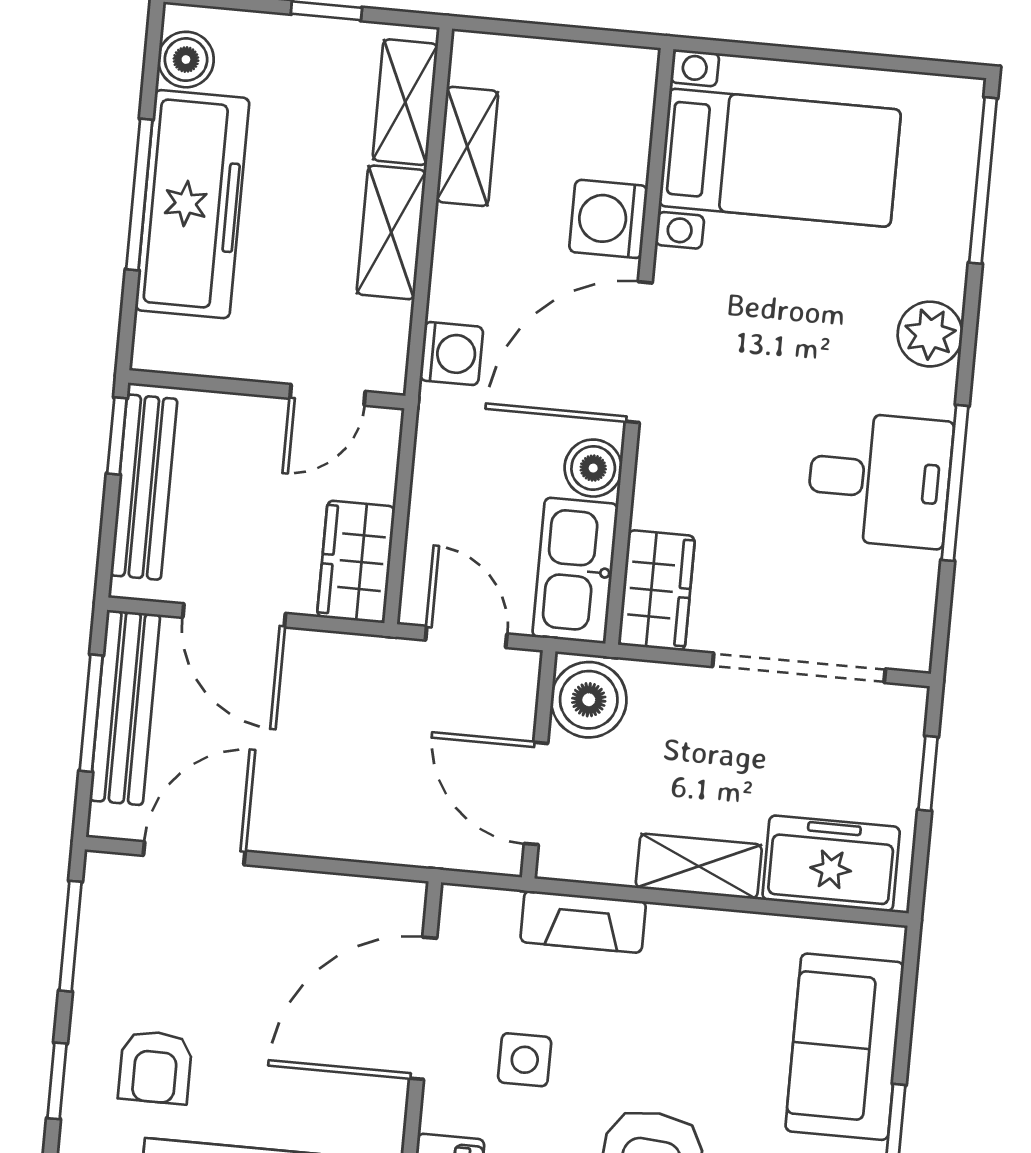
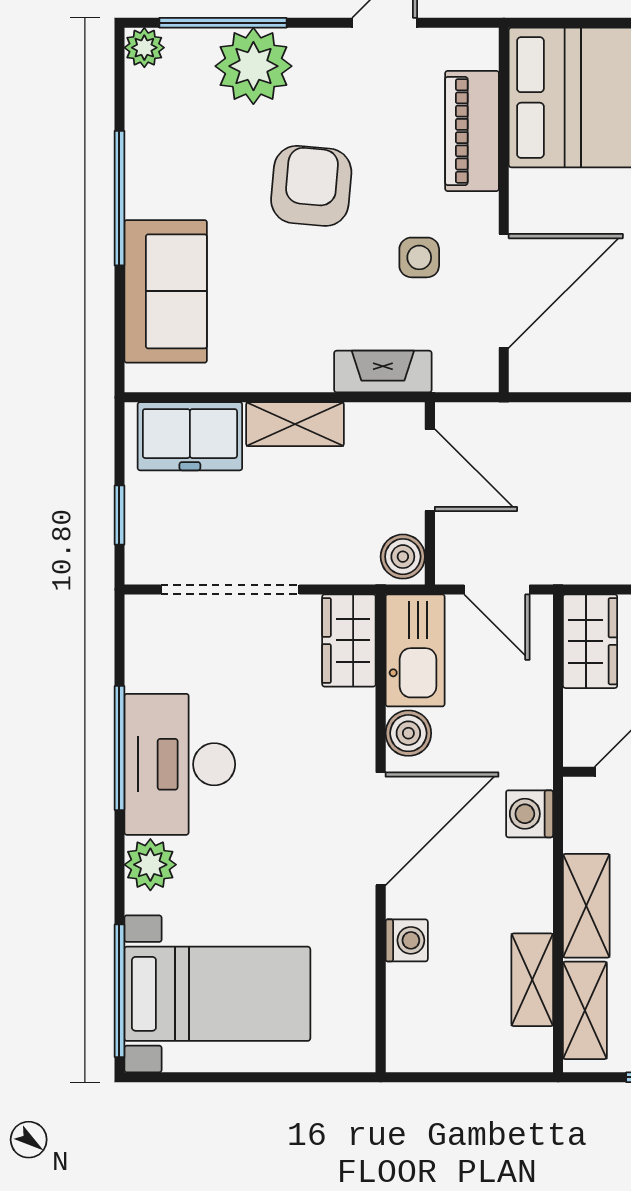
bed with nightstands: (780, 158) -> (217, 994), moved, turned 180
washing machine: (608, 219) -> (407, 940), width x0.73, depth x0.73
desk: (879, 480) -> (180, 764), width x1.37
boiler: (589, 700) -> (403, 557), width x0.73, depth x0.73

